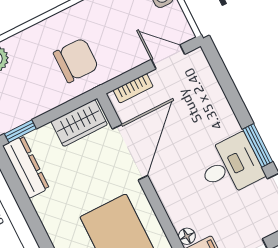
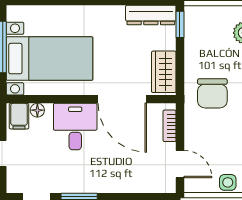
door: (168, 57) -> (180, 164), hinge flipped
desk: (230, 166) -> (75, 127), moved, turned 180

